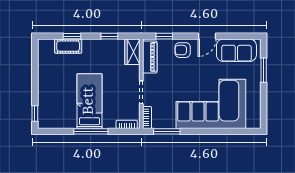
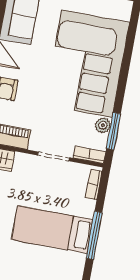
plant: (170, 123) -> (103, 125), added

